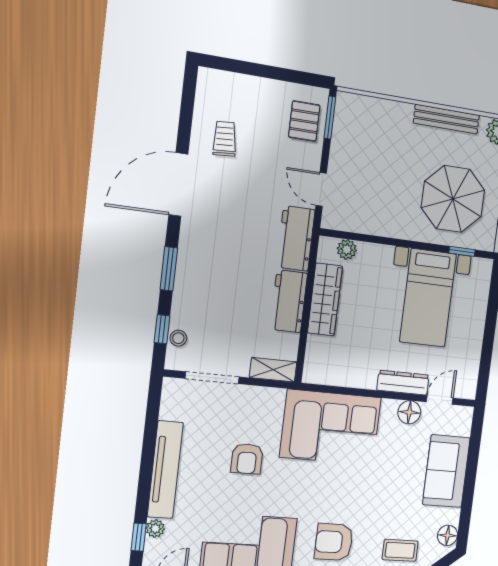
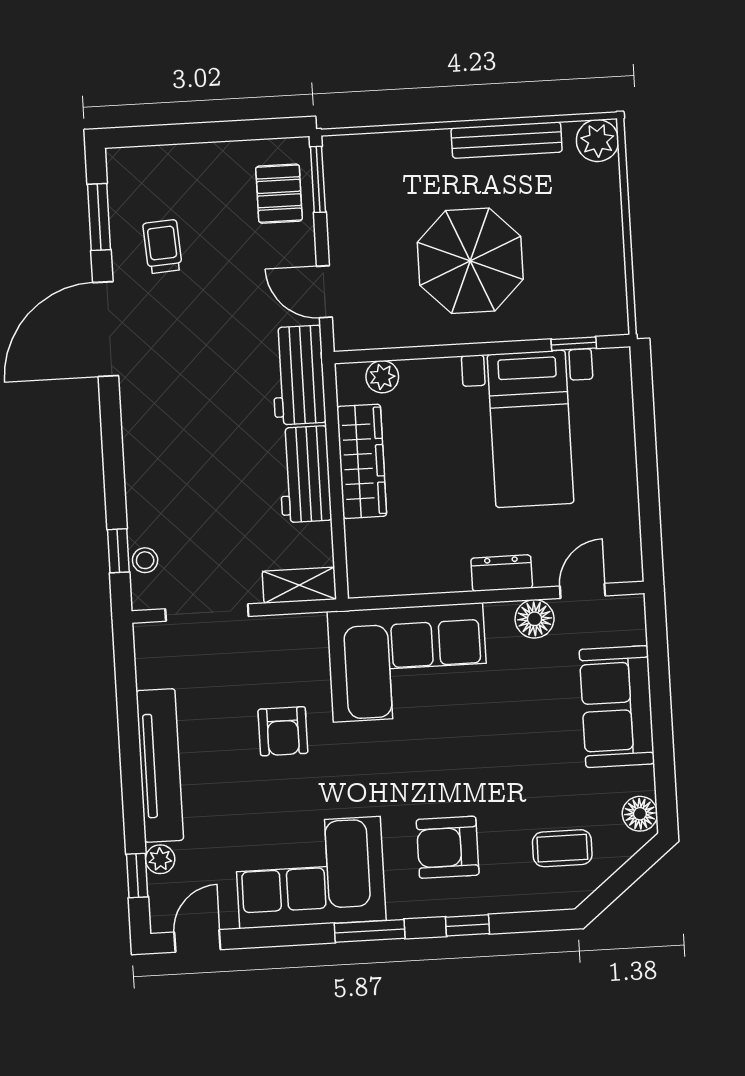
parasol: (453, 199) -> (470, 261), moved
window: (169, 269) -> (99, 217), moved
dresser: (403, 383) -> (502, 573), width x0.70

